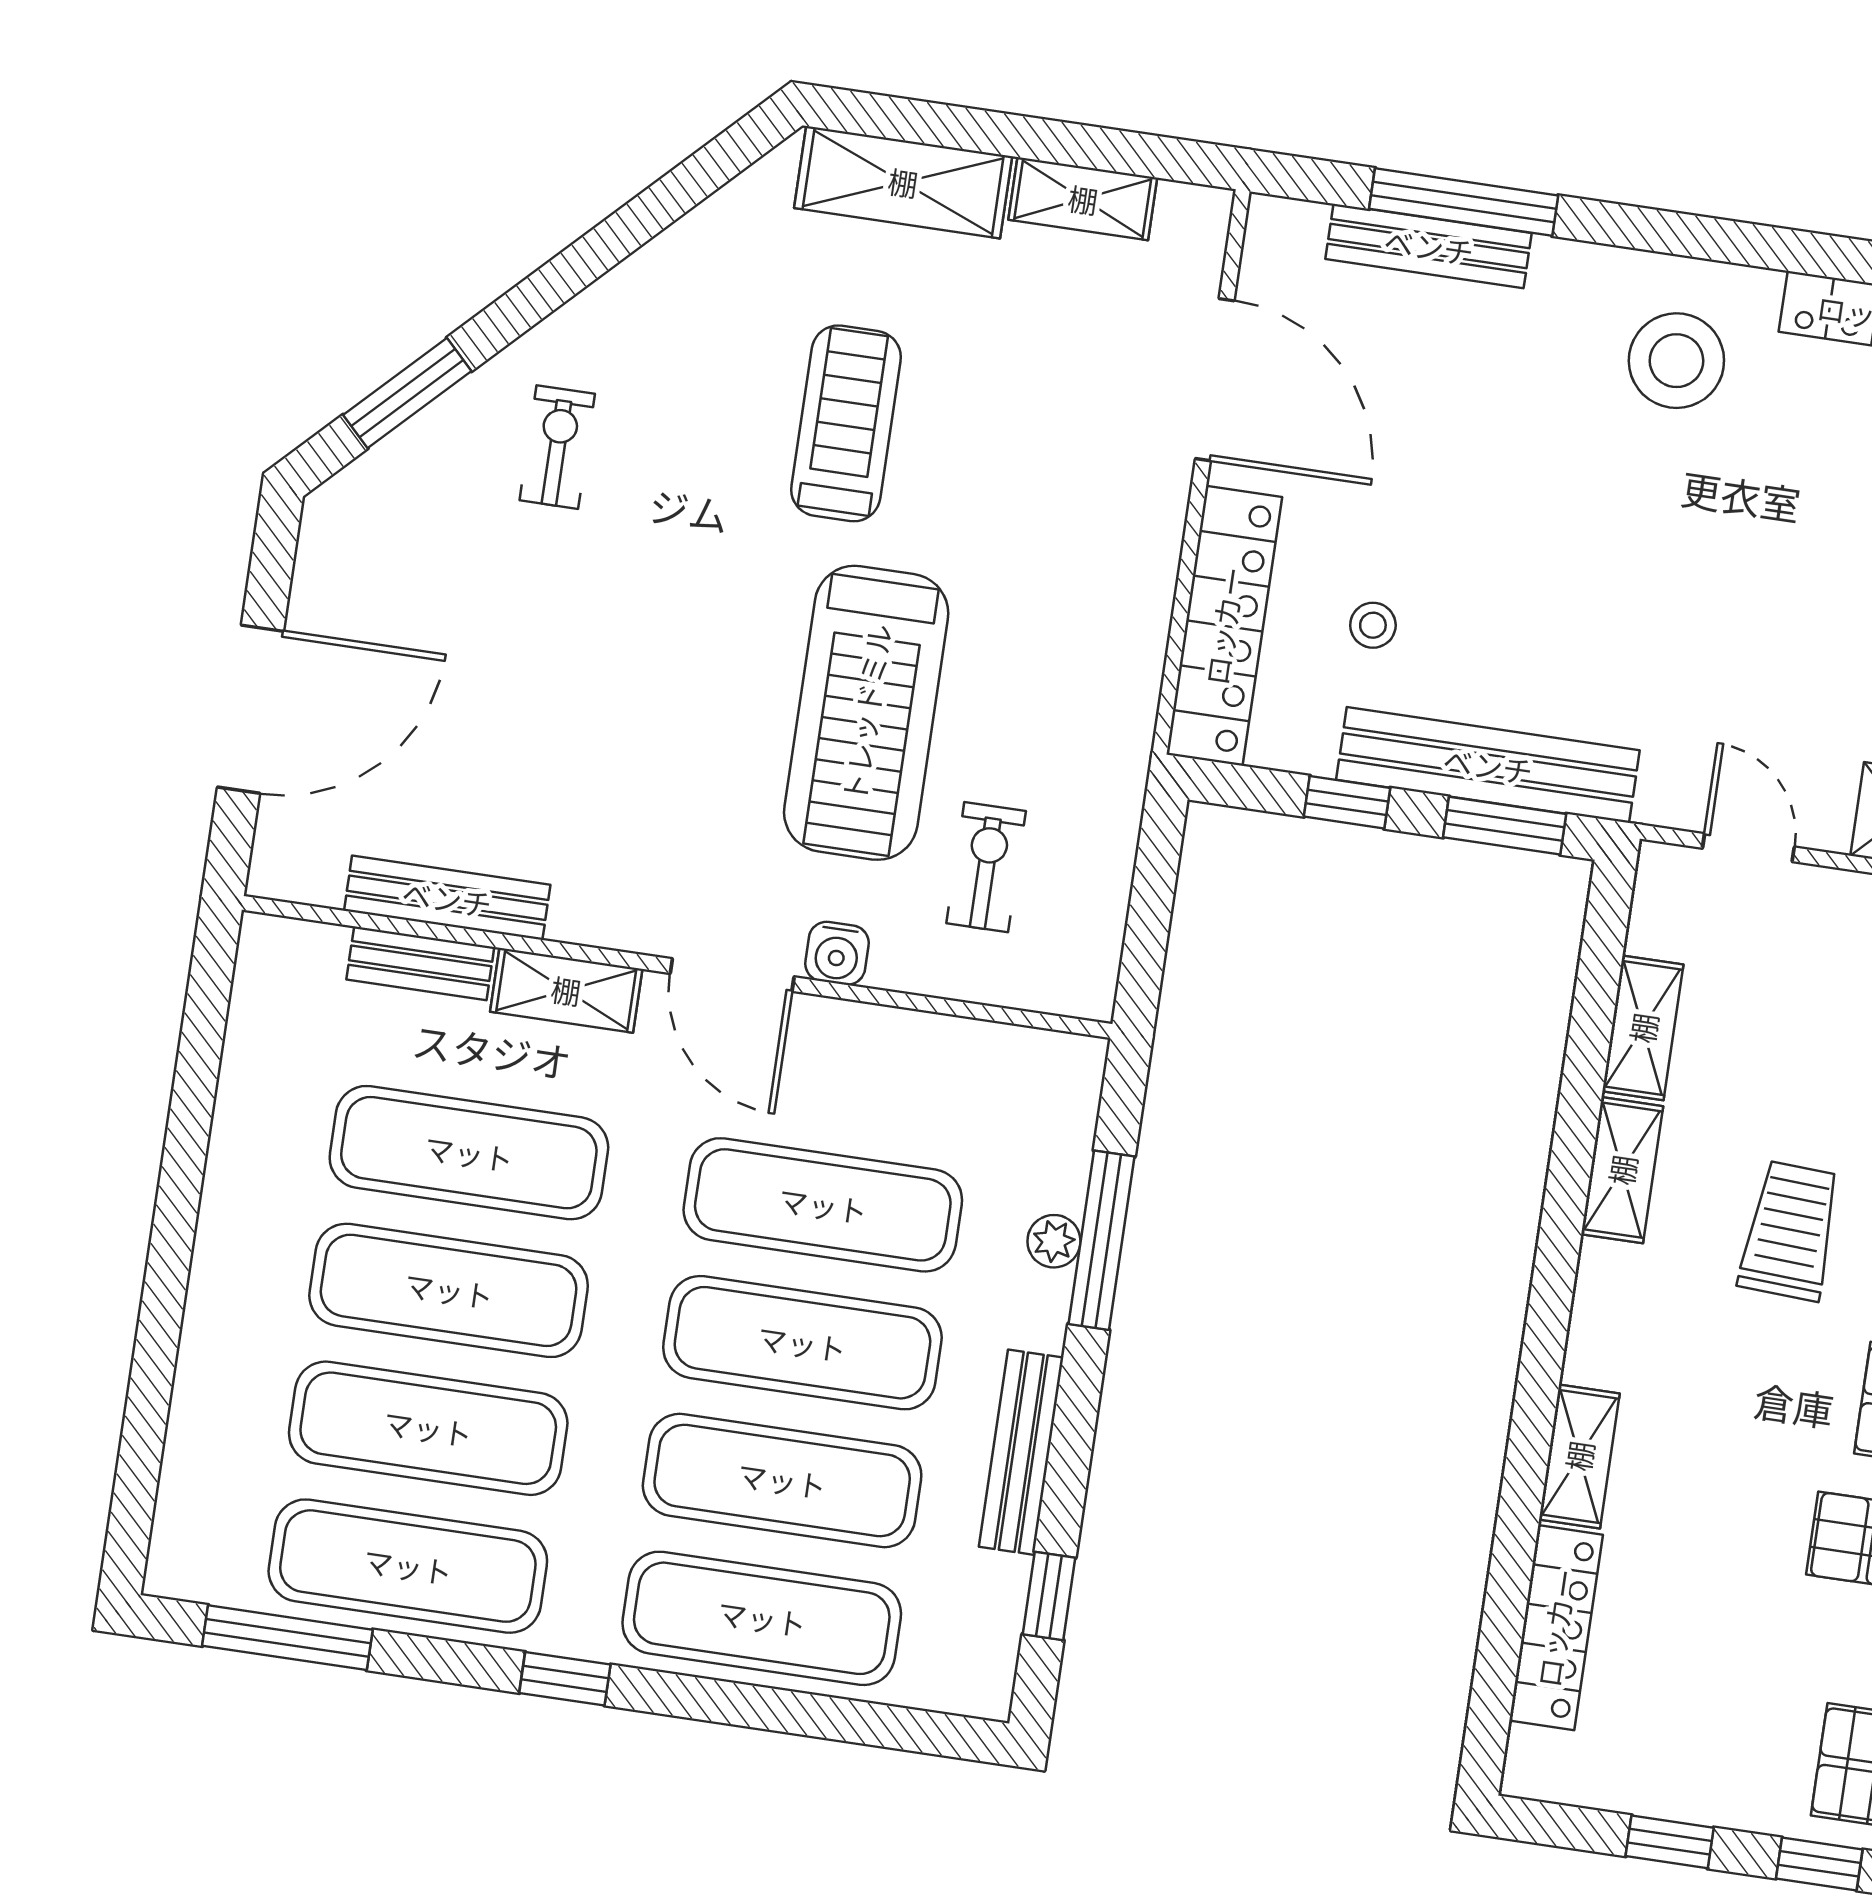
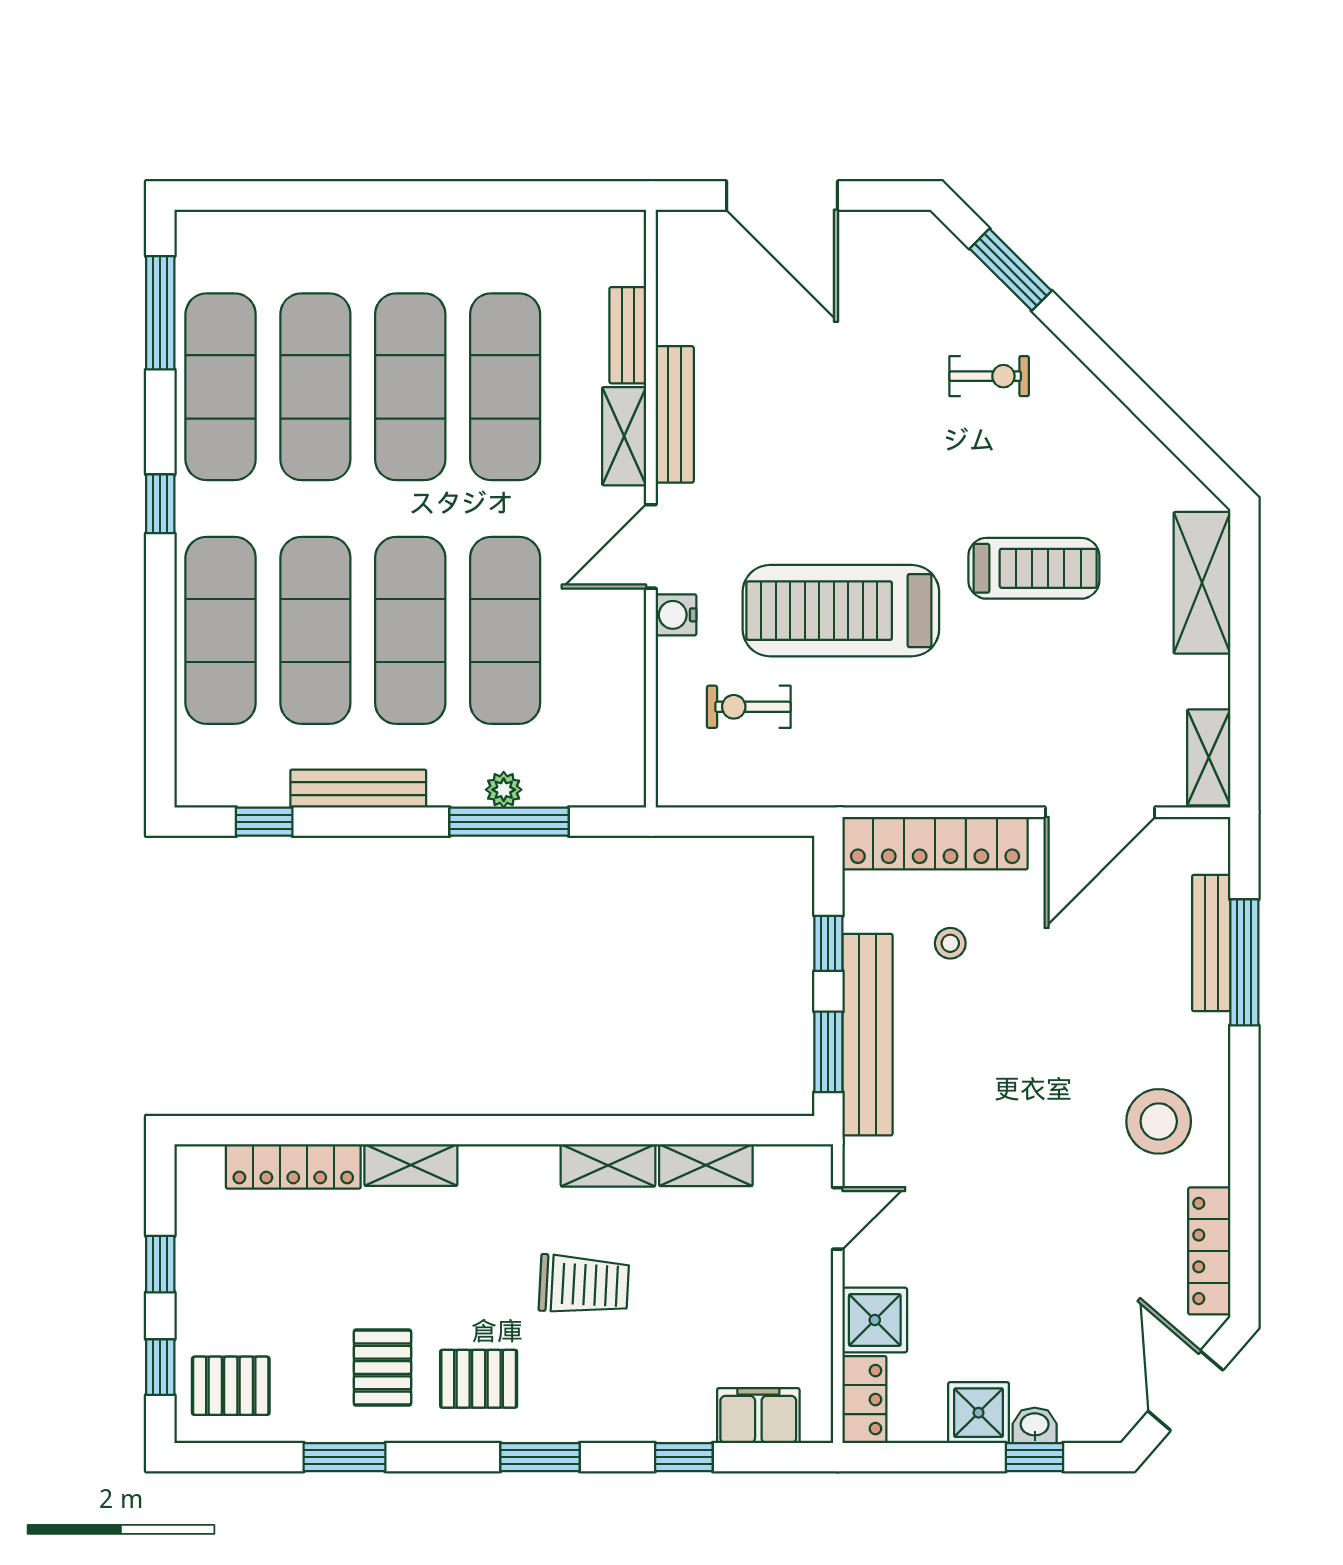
shelving: (1083, 199) -> (1209, 757), moved
exercise bike: (986, 867) -> (749, 707), turned 180
bench: (447, 898) -> (675, 414), moved

